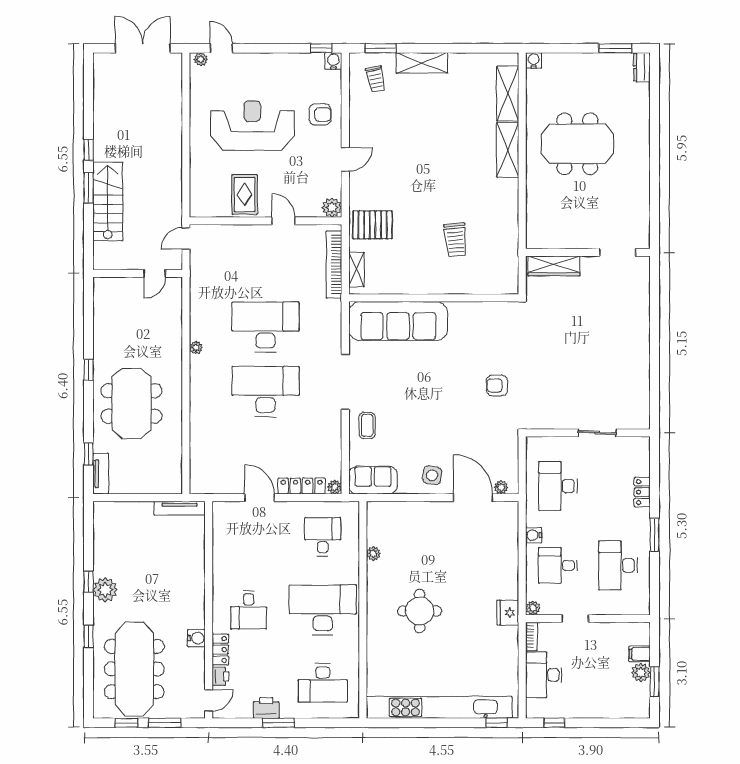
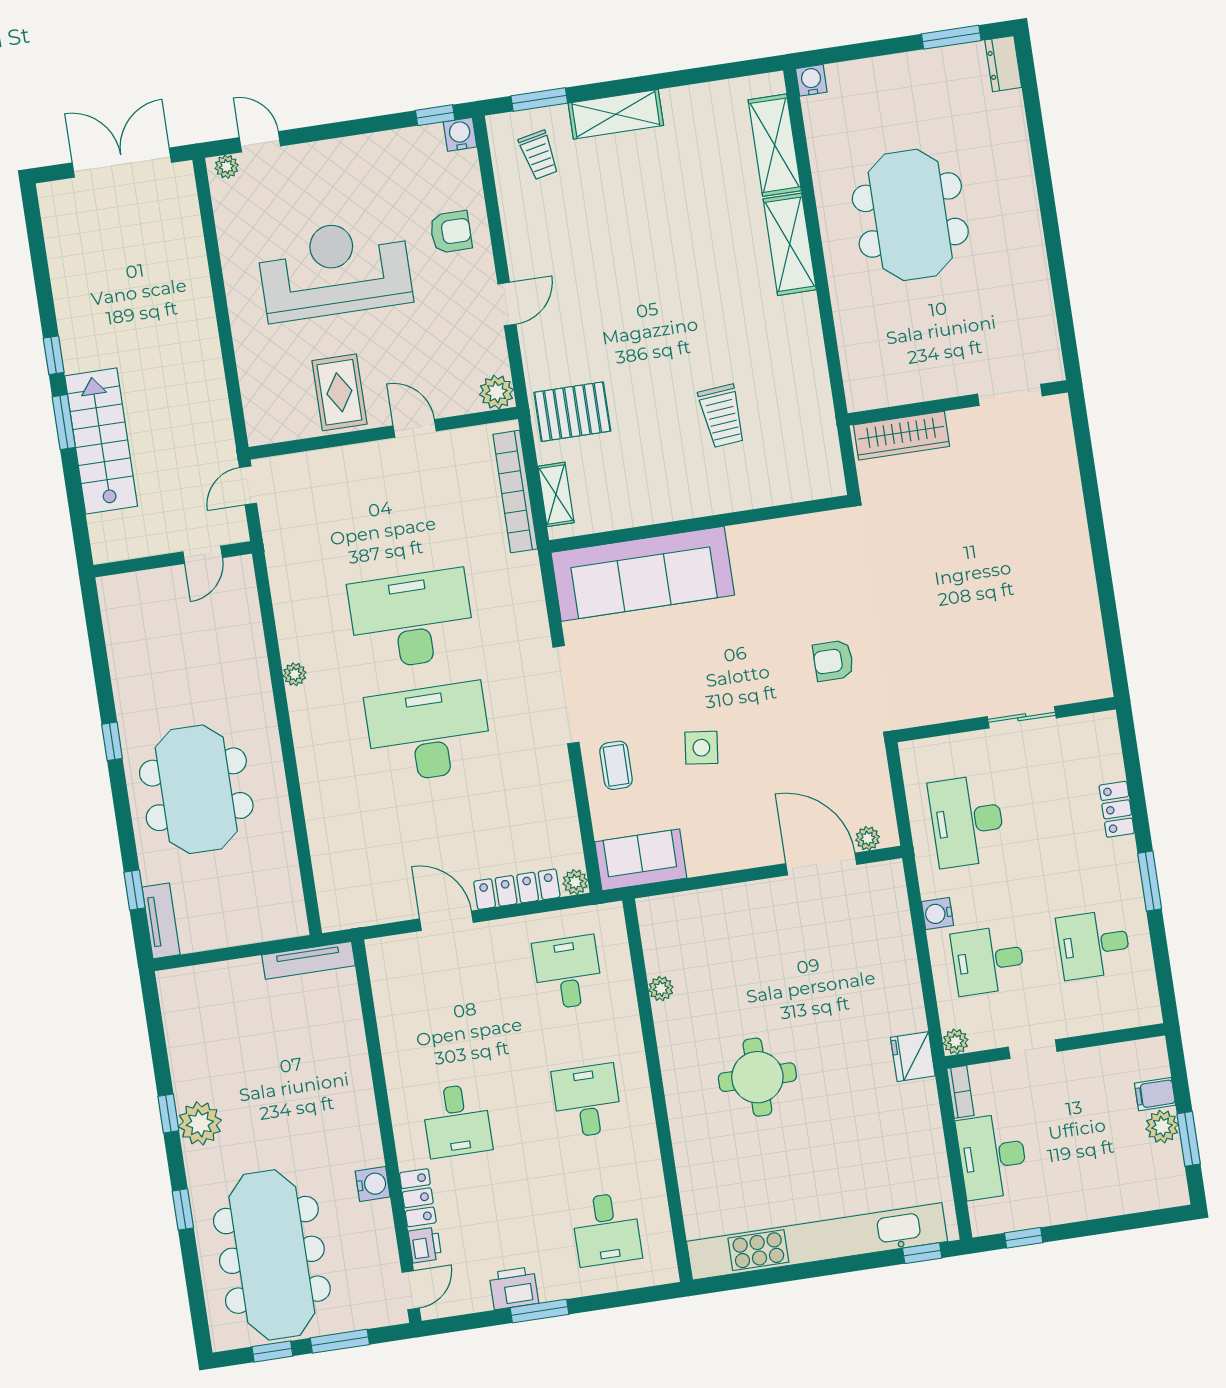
meeting table: (577, 144) -> (910, 215), turned 90
side table: (432, 475) -> (701, 748), moved
desk: (618, 565) -> (1094, 944), width x0.73
desk: (323, 610) -> (587, 1101), width x0.53, depth x0.77
desk: (323, 683) -> (606, 1229), width x0.73

